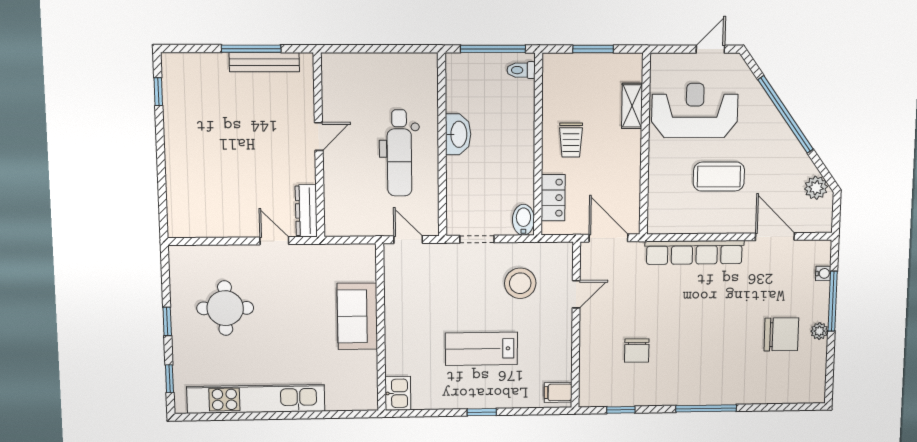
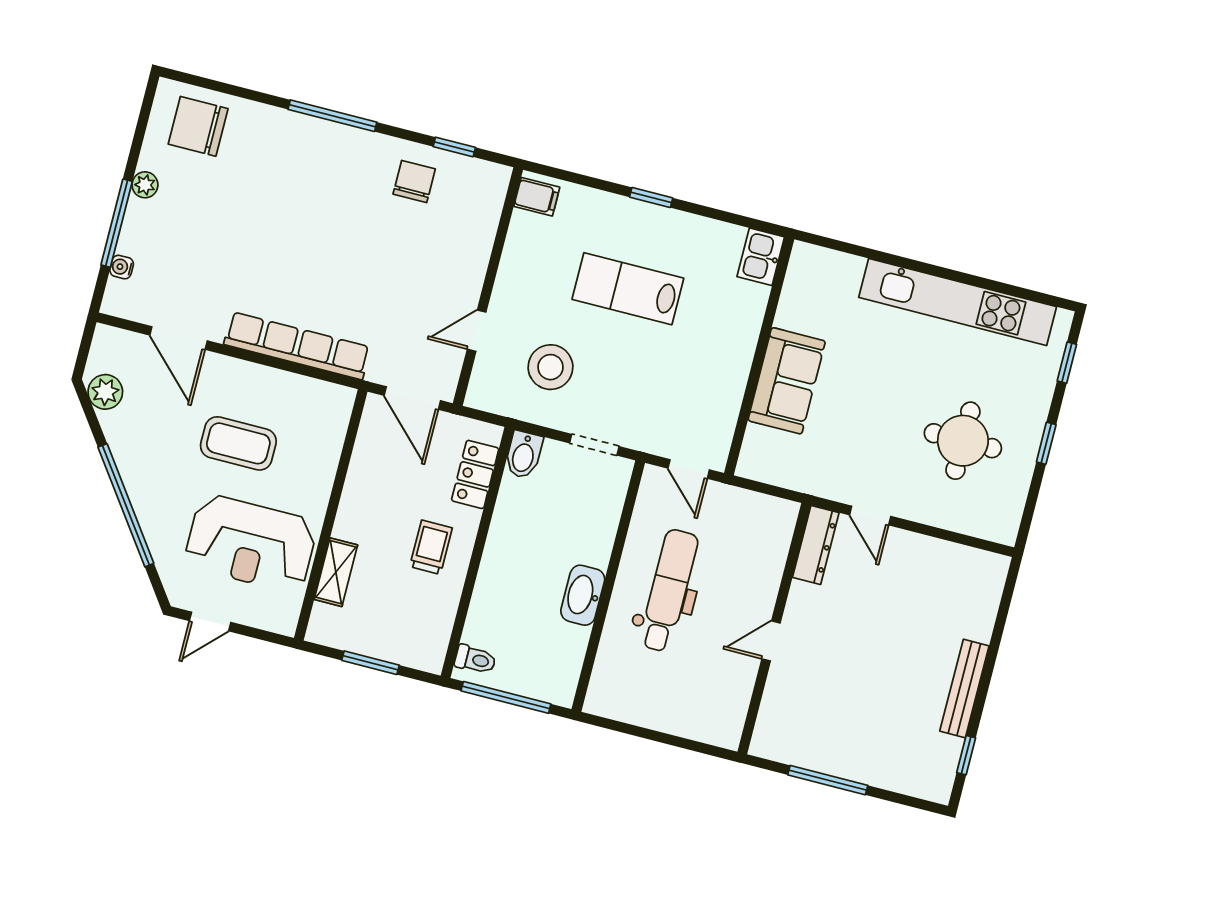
bench: (264, 62) -> (964, 689), moved, turned 90
chair: (781, 334) -> (198, 126), moved
lab bench: (481, 349) -> (628, 289), turned 180
chair: (637, 350) -> (414, 181), moved

